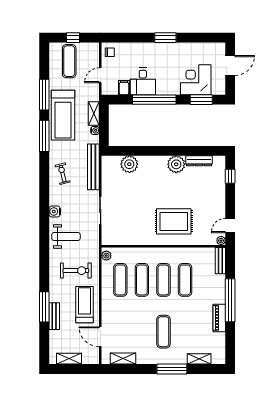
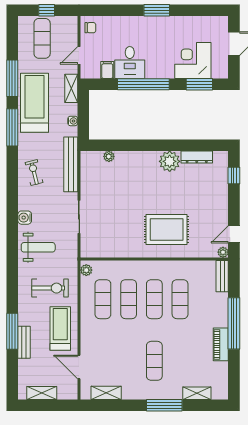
shelving: (94, 113) -> (71, 88), moved
treadmill: (63, 115) -> (35, 103), turned 180
plant: (129, 164) -> (109, 156), width x0.53, depth x0.53

